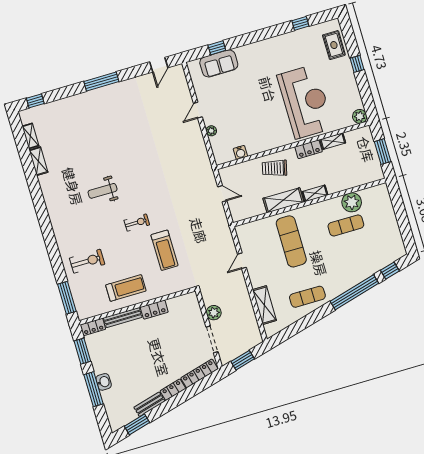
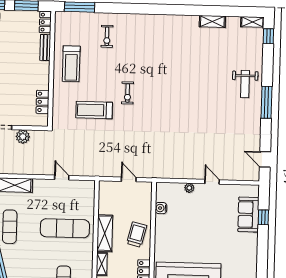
shelving: (30, 136) -> (252, 22), moved
weight bench: (103, 191) -> (245, 84), moved, turned 180
door: (222, 194) -> (129, 179), swing flipped
exercise bike: (87, 261) -> (107, 36), width x0.73, depth x0.72
locker: (154, 310) -> (43, 102), moved
bench: (123, 318) -> (45, 47), width x0.73

